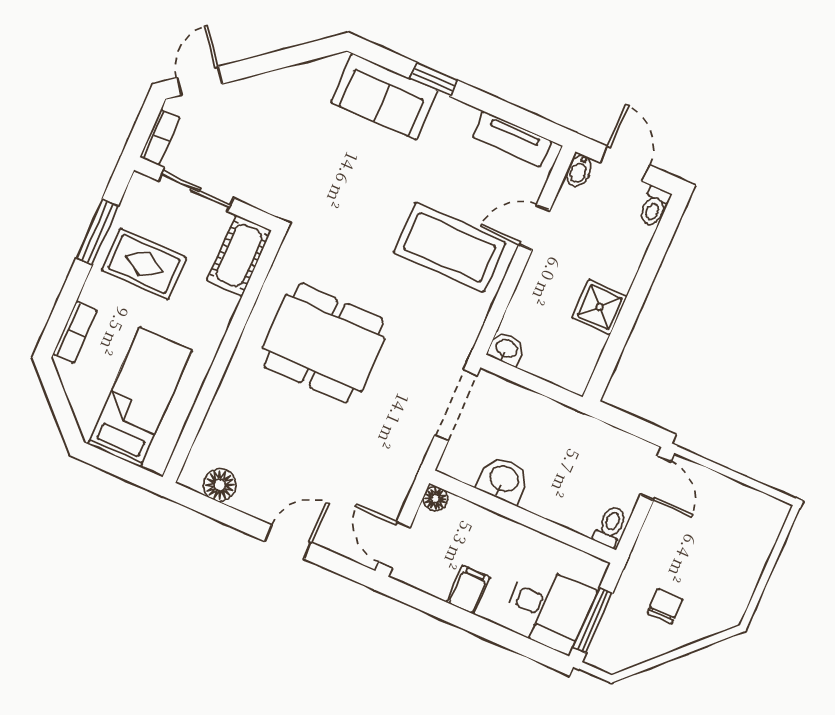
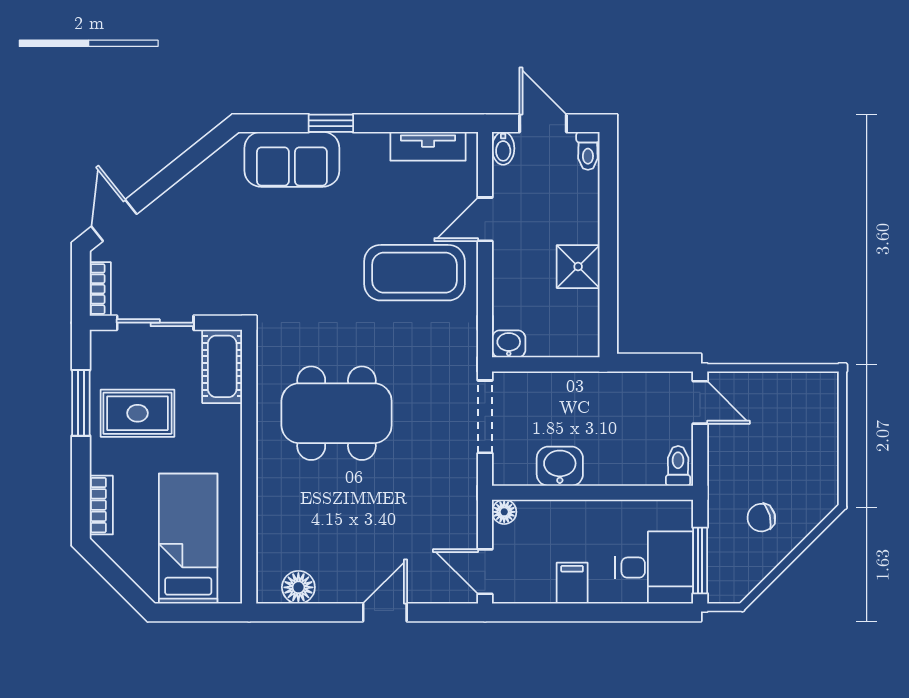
chair: (665, 606) -> (761, 518), turned -105

